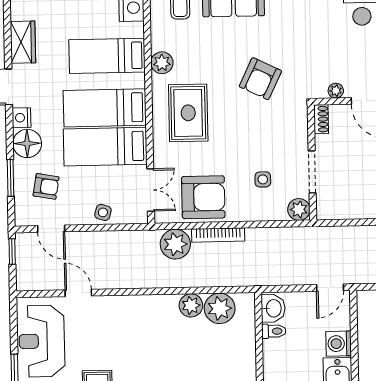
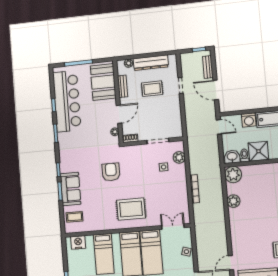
plant: (162, 63) -> (106, 225), removed
armchair: (260, 79) -> (111, 172), turned -116
armchair: (203, 197) -> (175, 198), removed
plant: (299, 209) -> (179, 157), moved
plant: (175, 244) -> (201, 212), removed
plant: (220, 308) -> (233, 175), moved
shower: (280, 357) -> (258, 151), added

